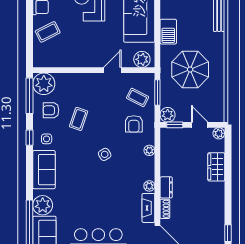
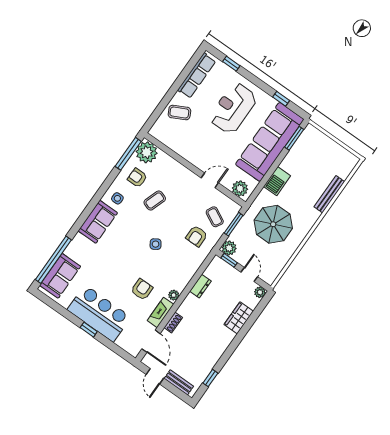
window: (29, 138) -> (104, 188), removed
plant: (149, 150) -> (194, 266), removed
dresser: (166, 187) -> (200, 286), moved
armchair: (120, 200) -> (142, 289), added
plant: (43, 205) -> (76, 250), removed

